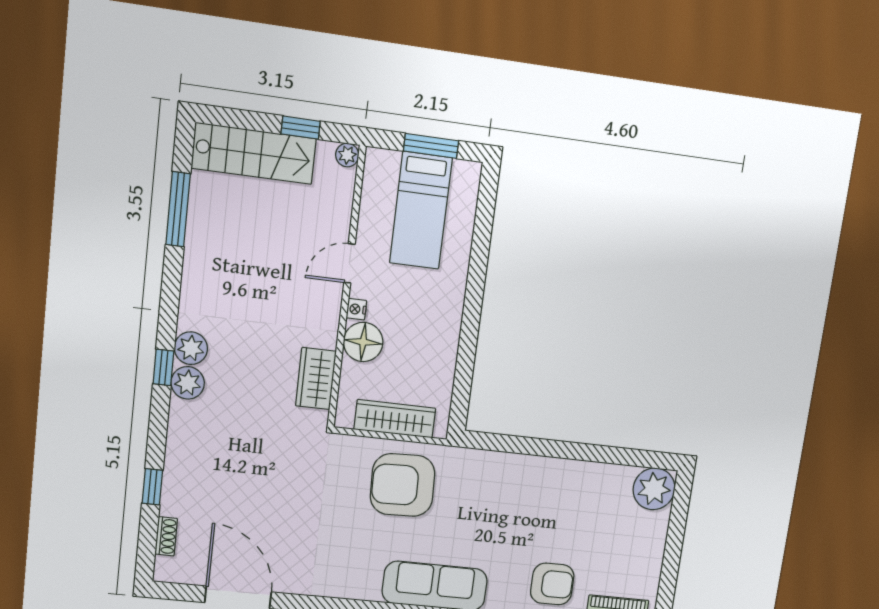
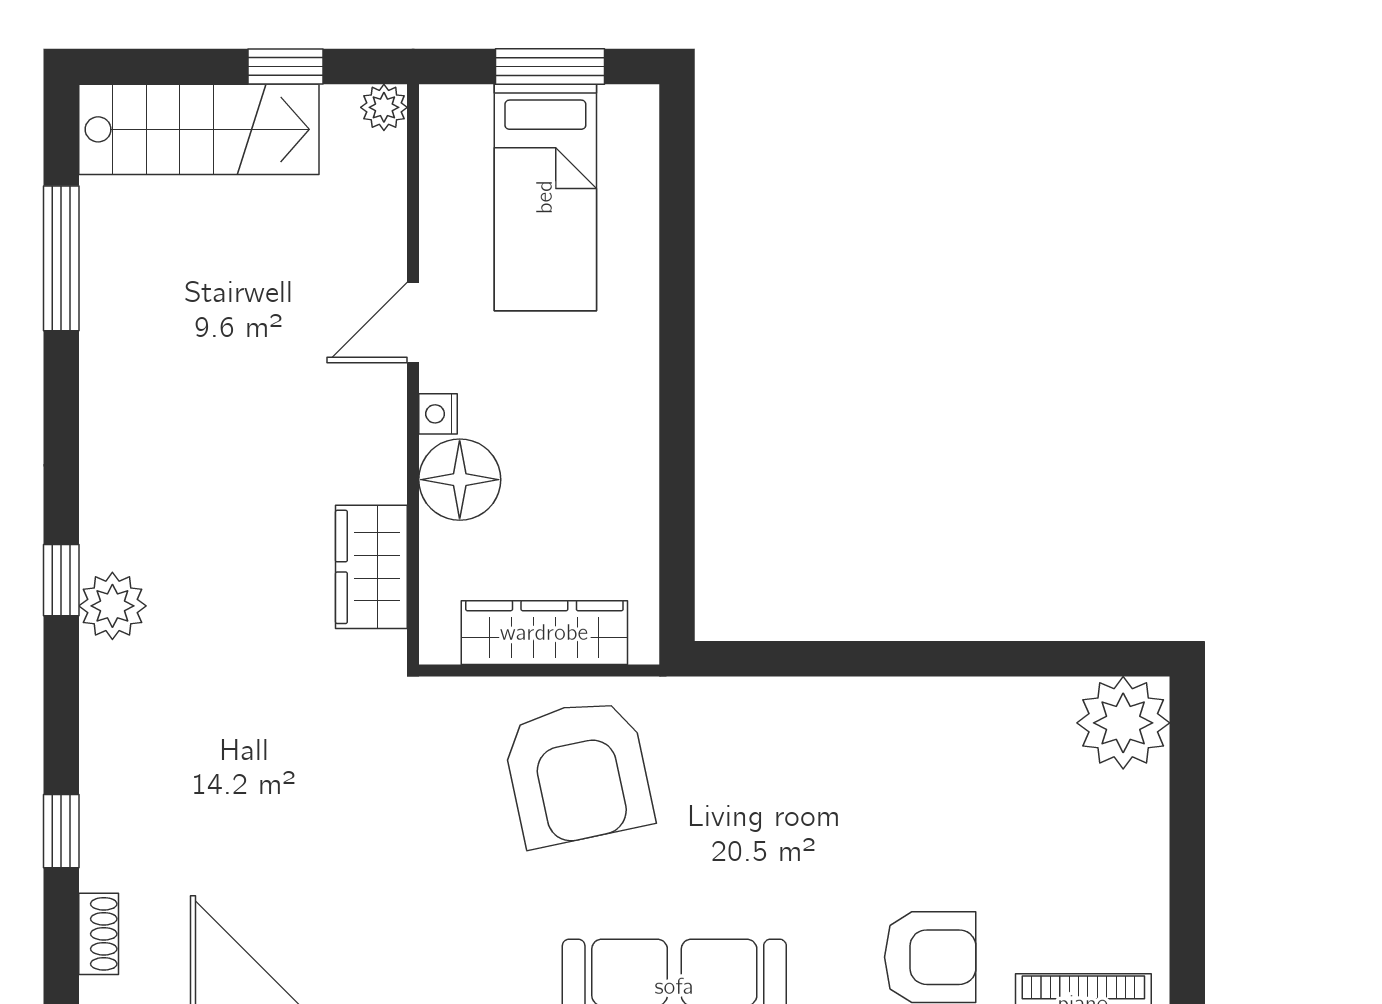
plant: (191, 348) -> (112, 534), removed
armchair: (403, 485) -> (578, 772), turned -100

